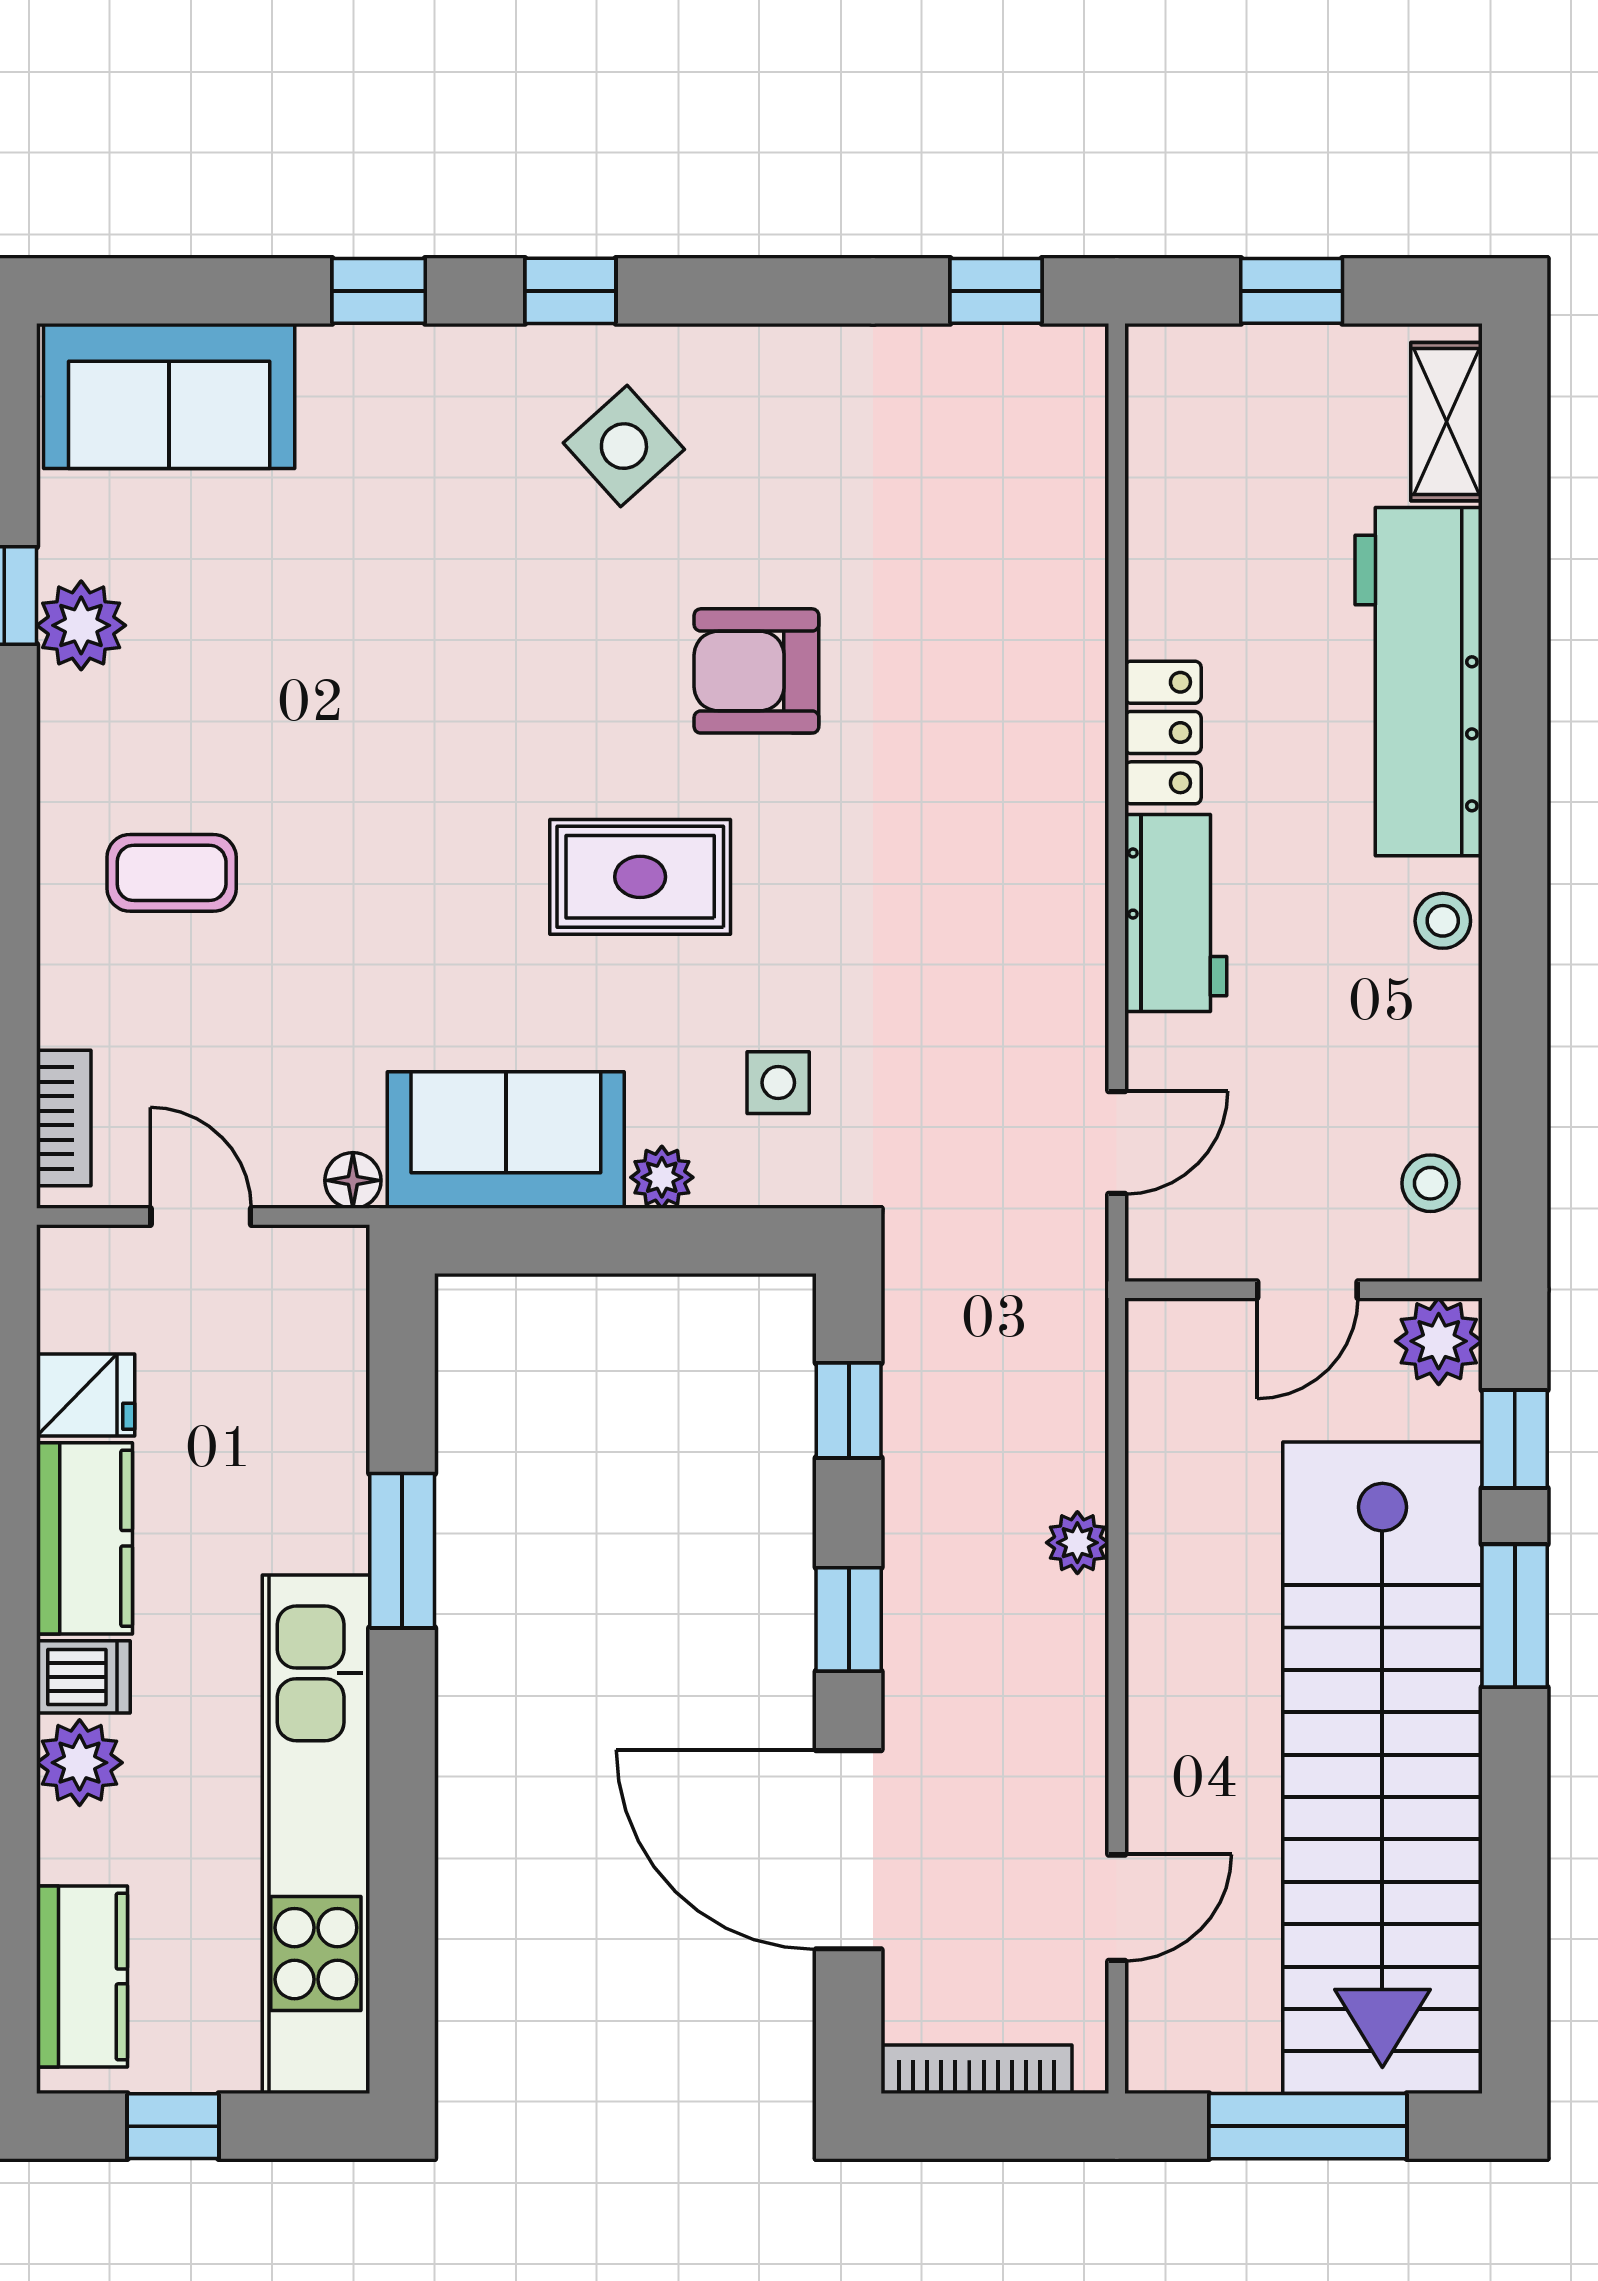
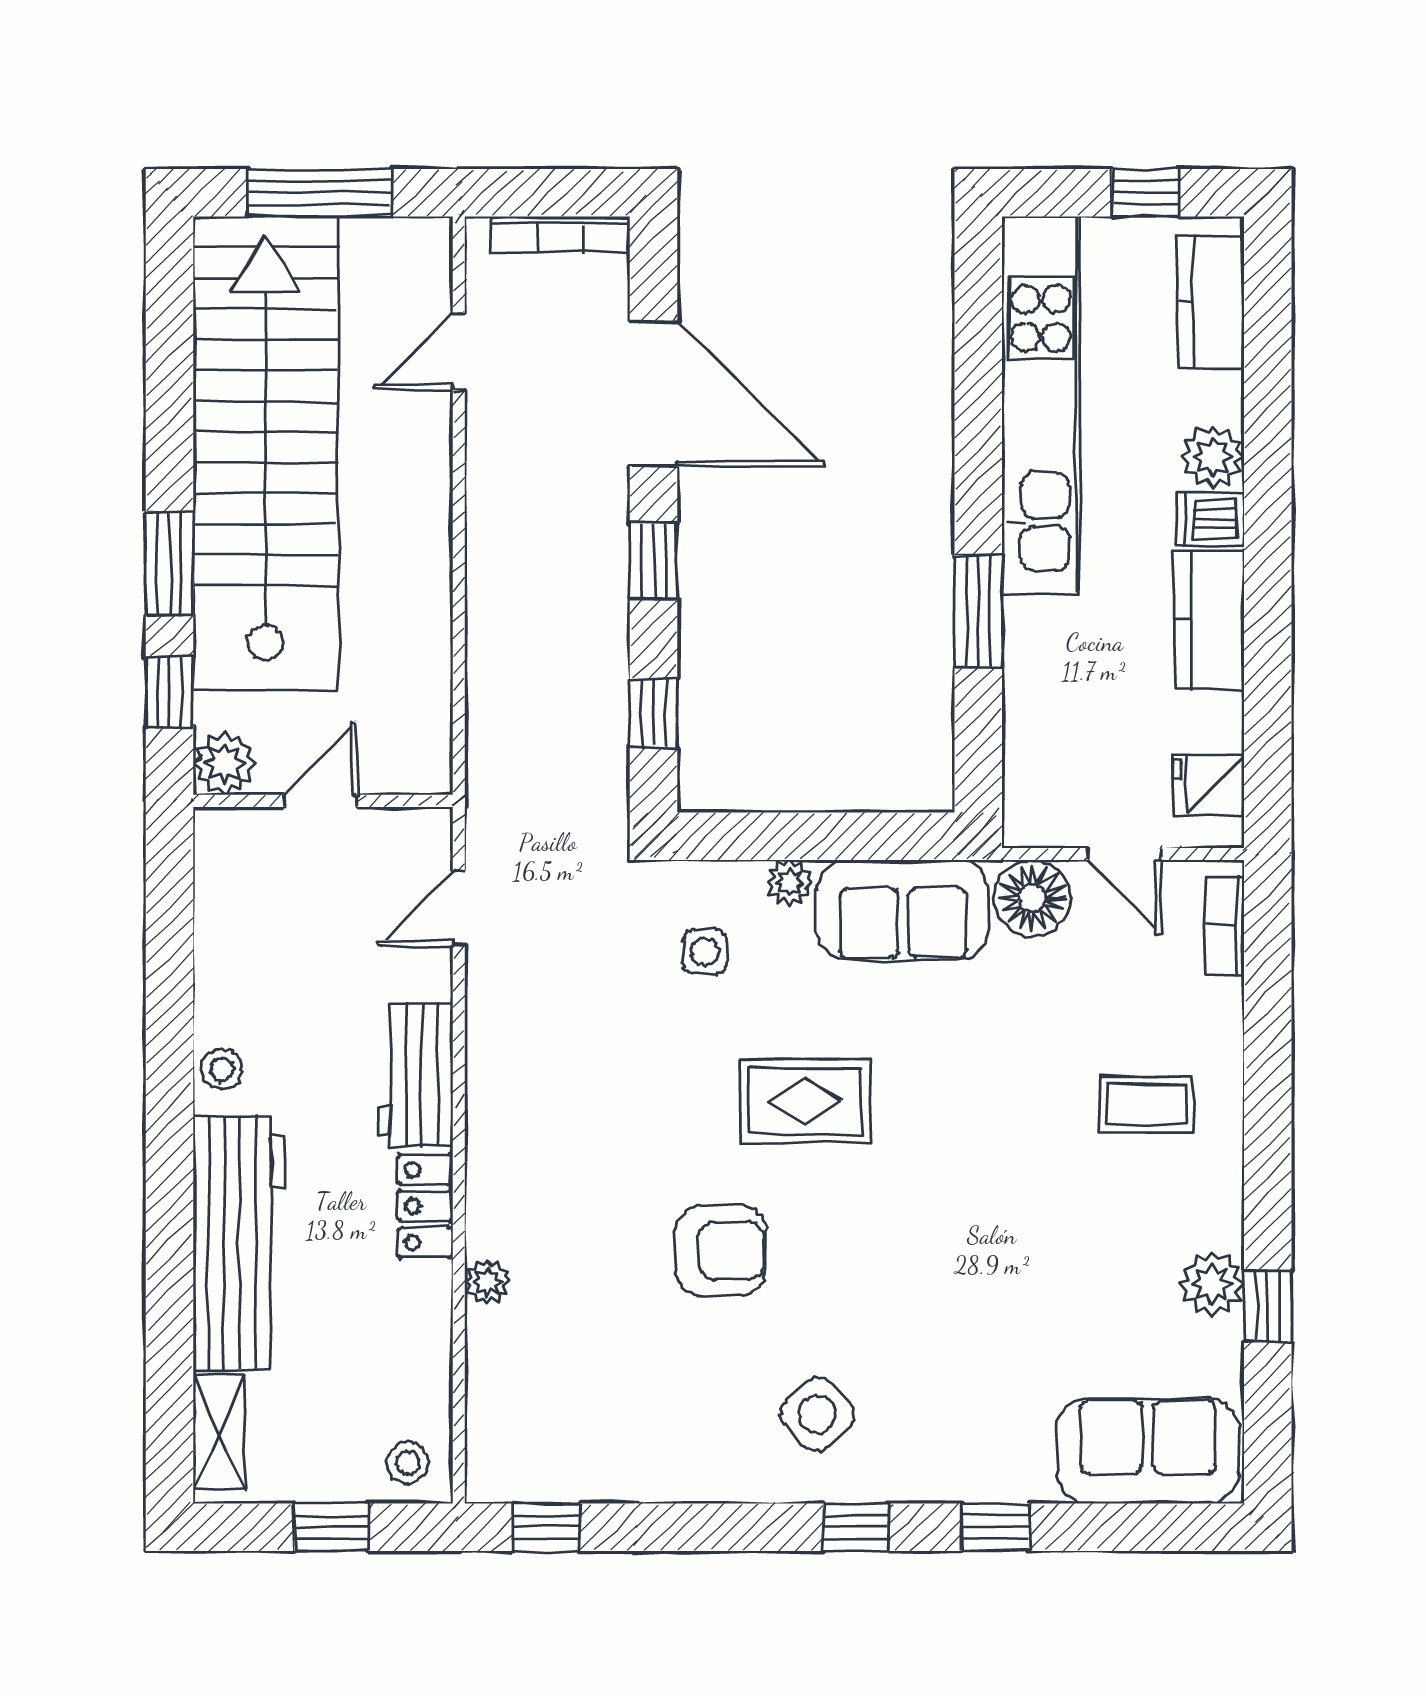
floor lamp: (353, 1180) -> (1032, 898), width x1.89, depth x1.89
stool: (1430, 1183) -> (408, 1463), moved
fridge: (86, 1395) -> (1208, 785), moved
plant: (1077, 1543) -> (487, 1282), moved

